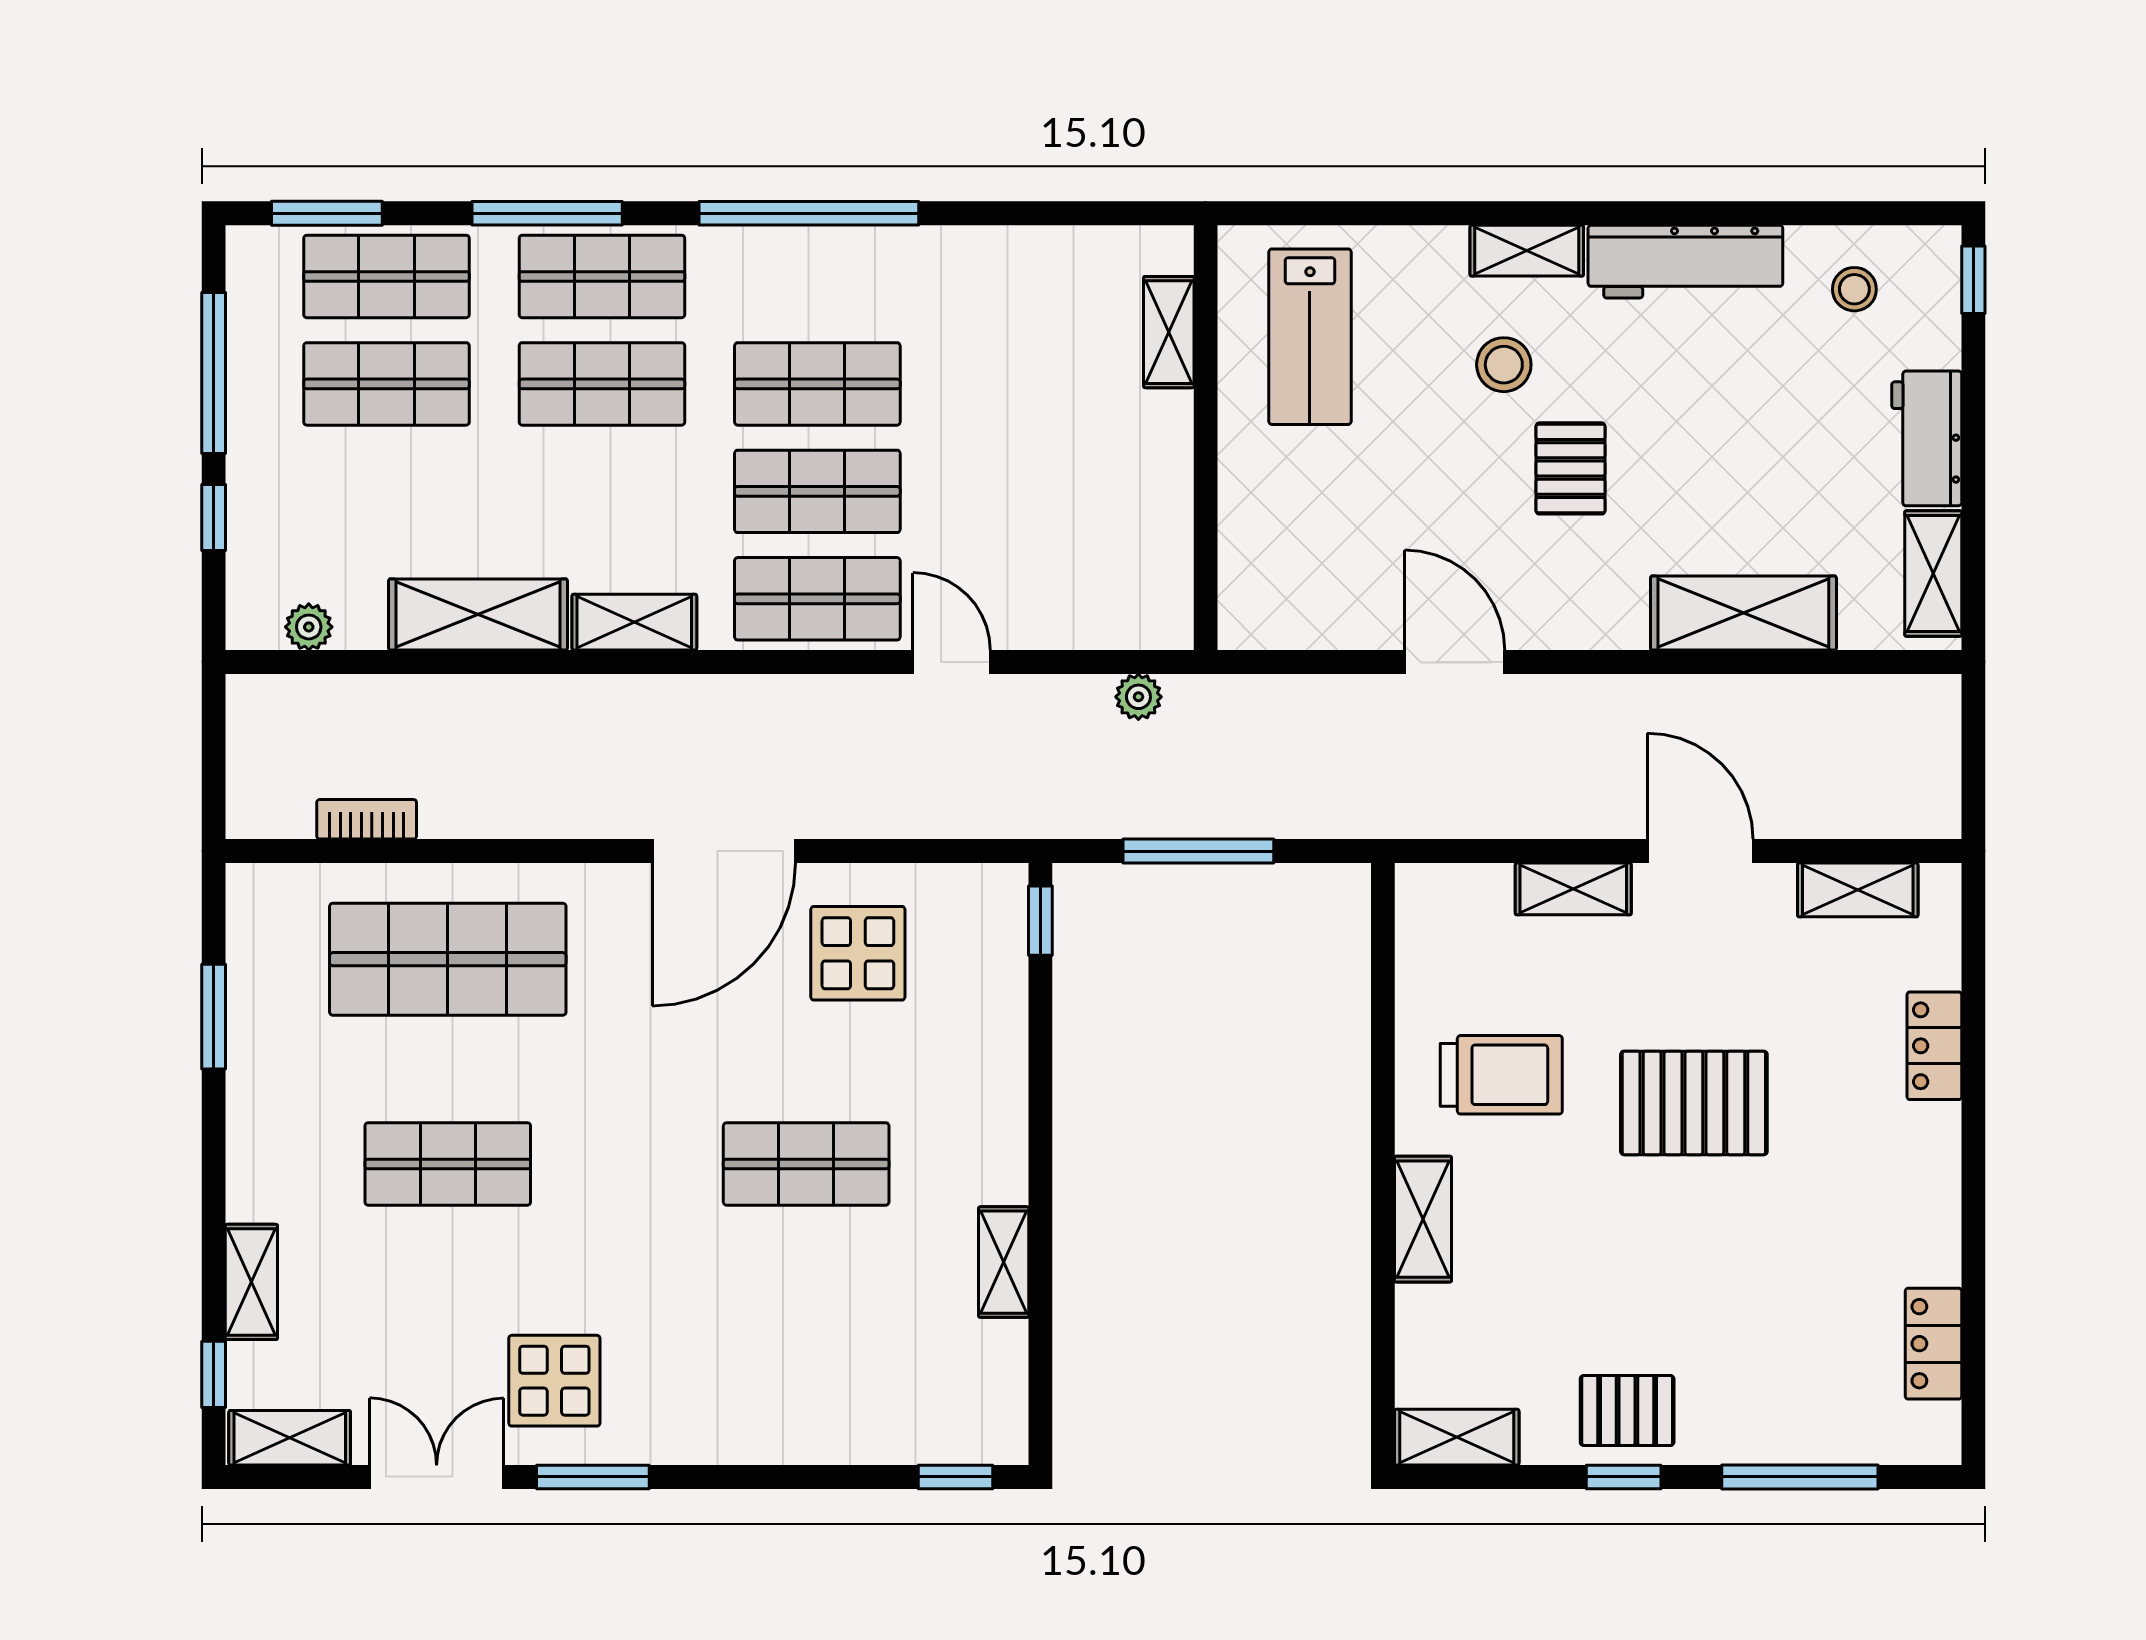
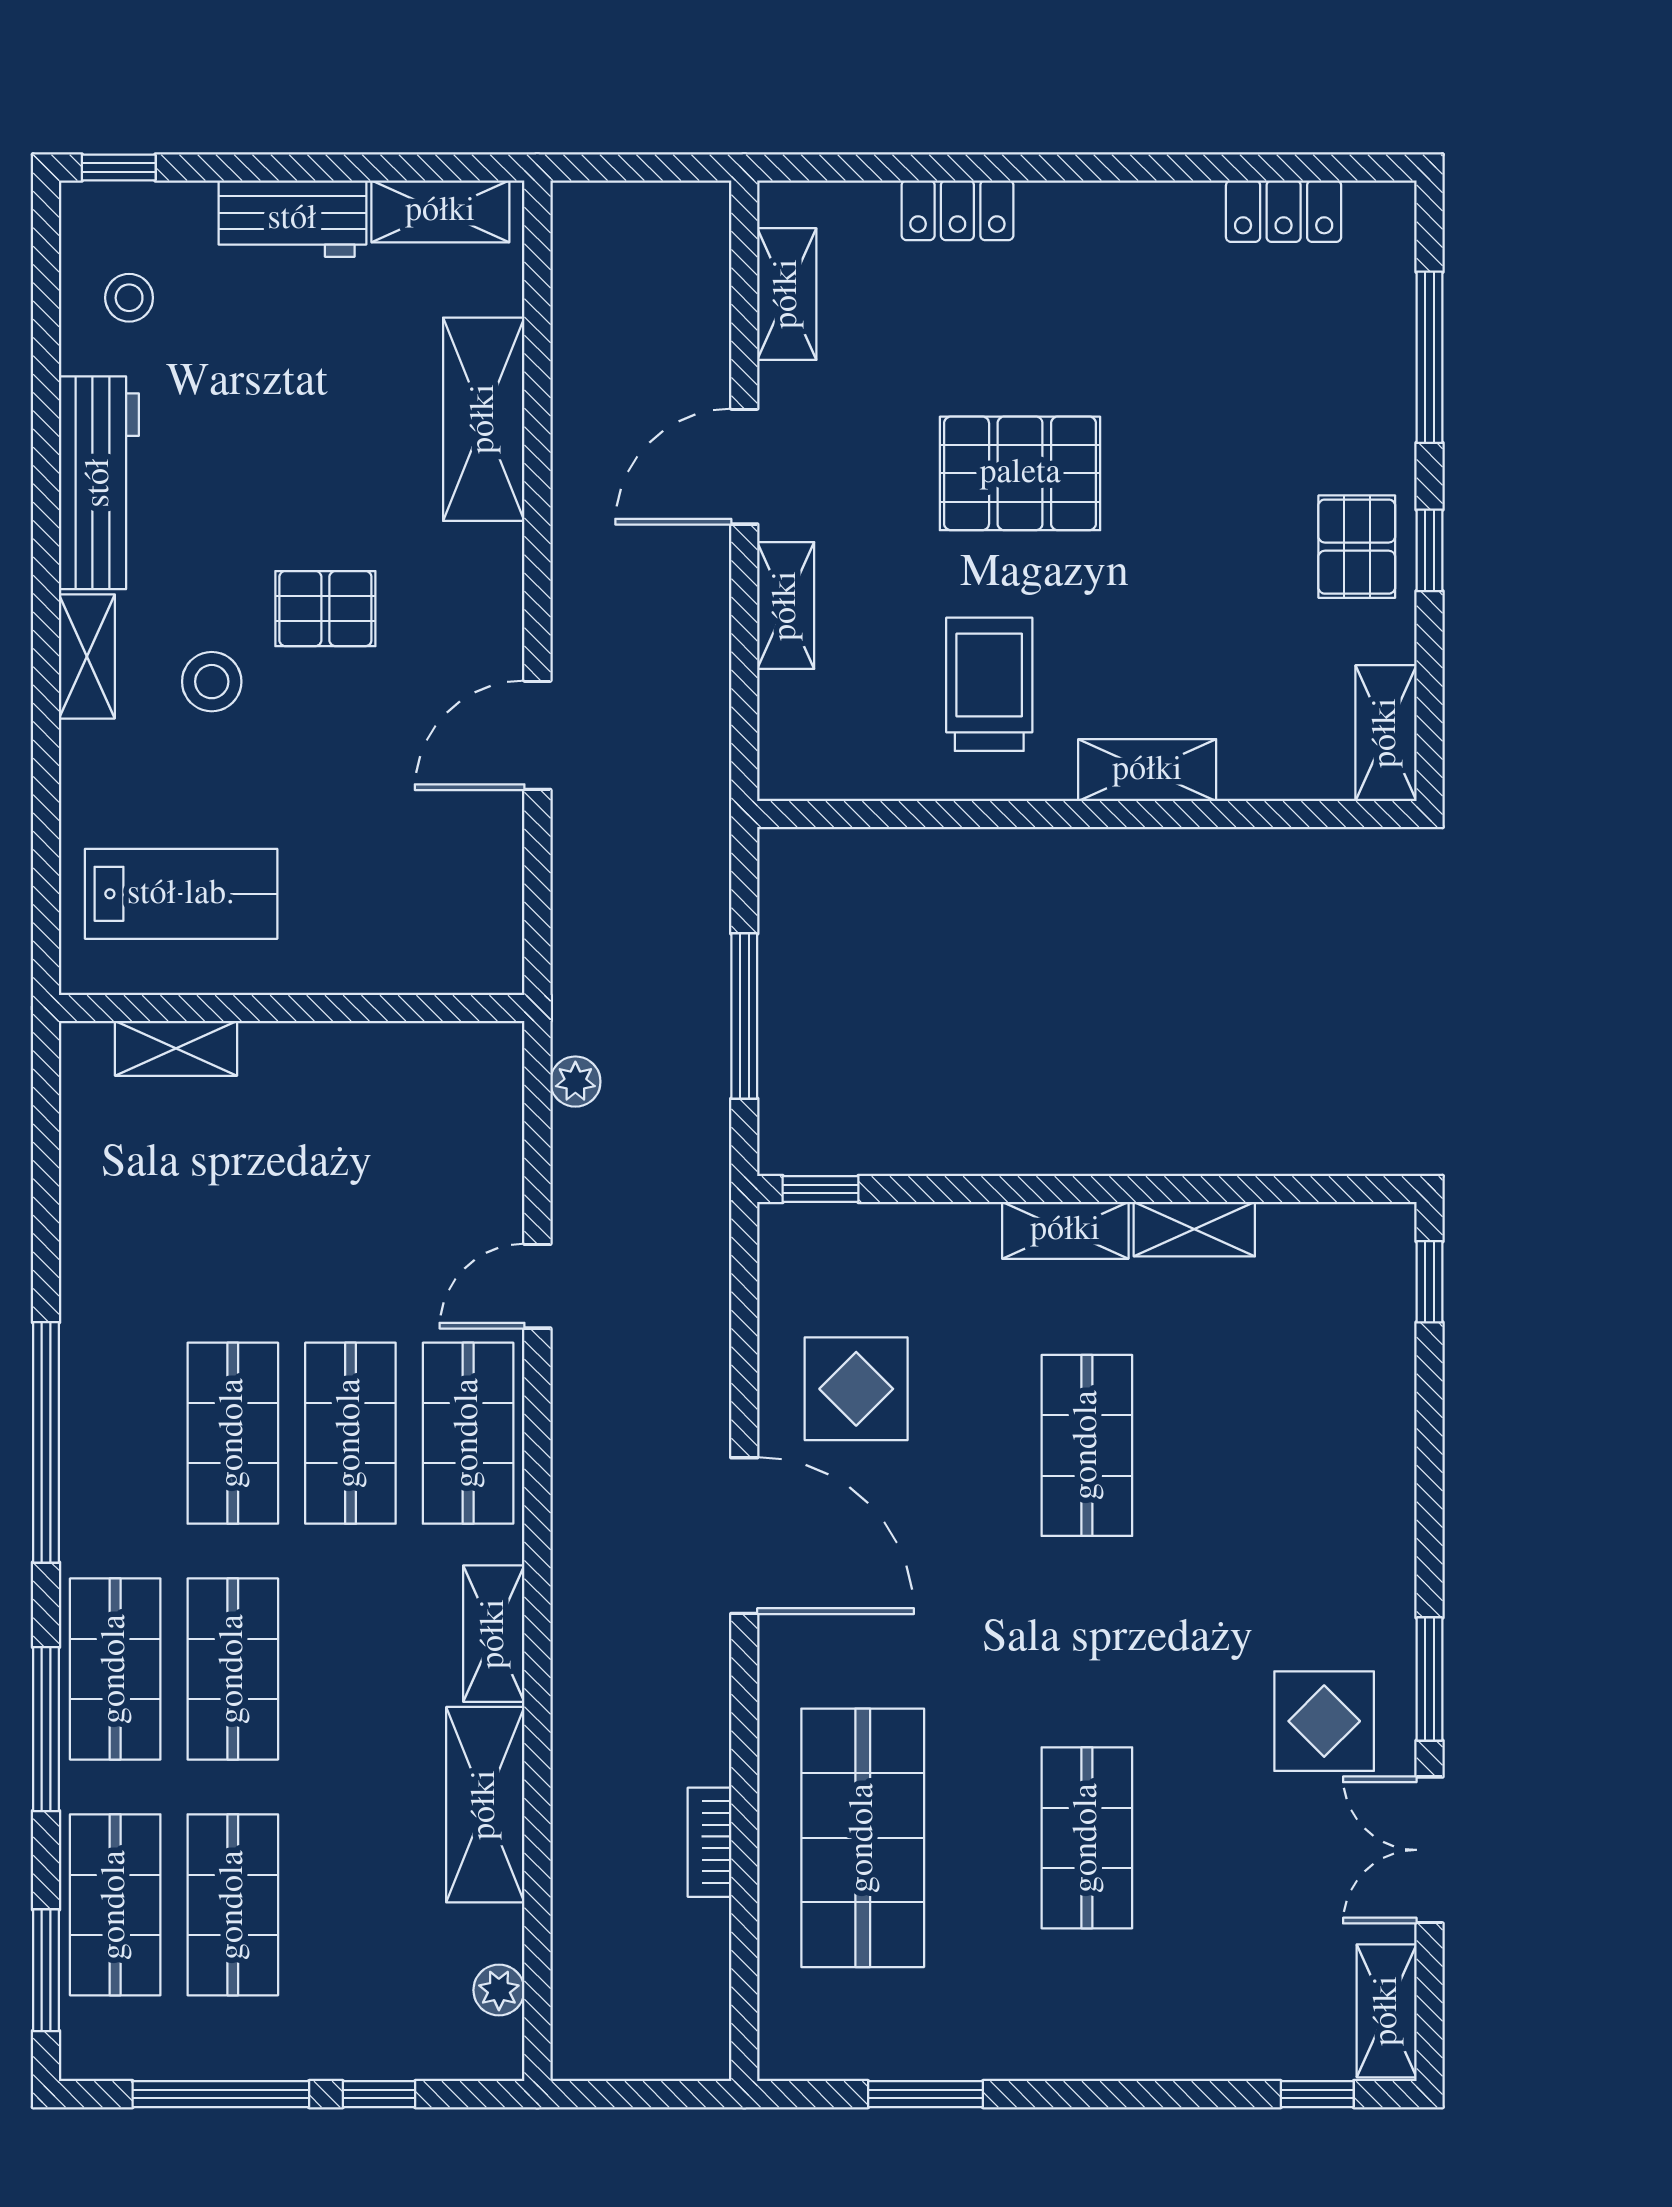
bookcase: (367, 819) -> (709, 1842), moved
pallet: (1694, 1103) -> (1020, 473), turned 90
shelving: (251, 1282) -> (1065, 1230), moved

